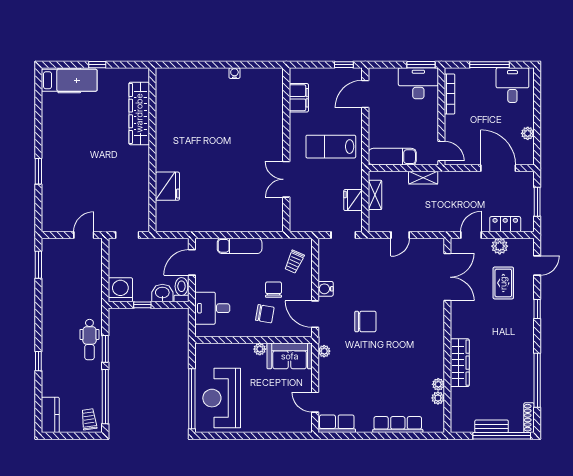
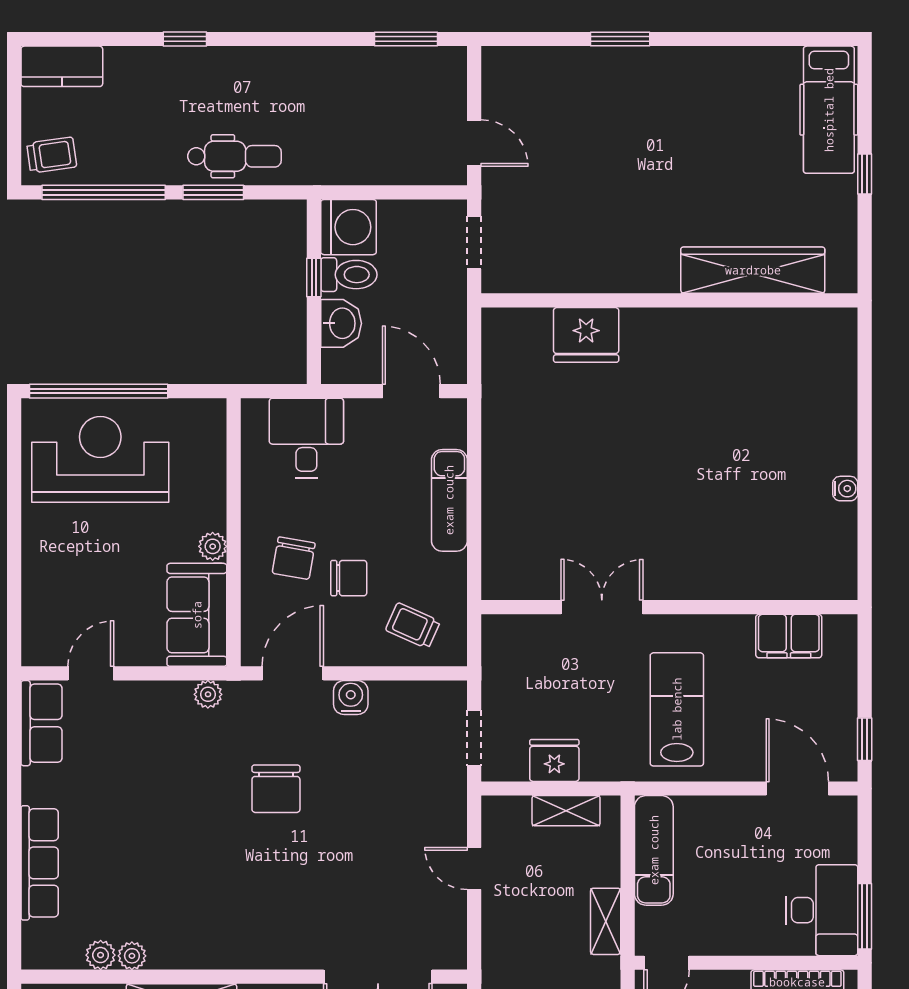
toilet: (181, 290) -> (349, 275), moved
dental chair: (89, 340) -> (234, 156), turned 180

